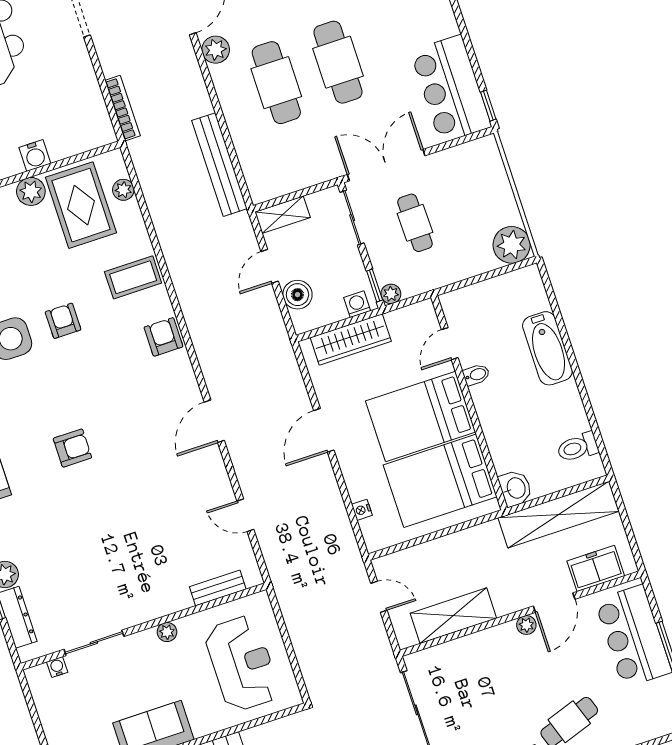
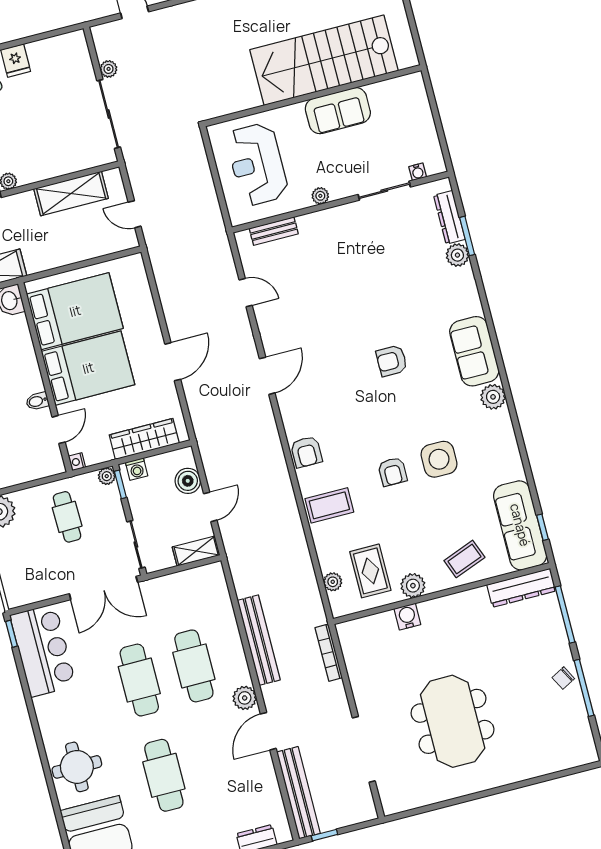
bench: (219, 165) -> (259, 640), moved
rug: (81, 205) -> (370, 571), width x0.73, depth x0.70
cafe table: (415, 223) -> (67, 517), moved
nightstand: (362, 510) -> (77, 462), moved, turned 180

